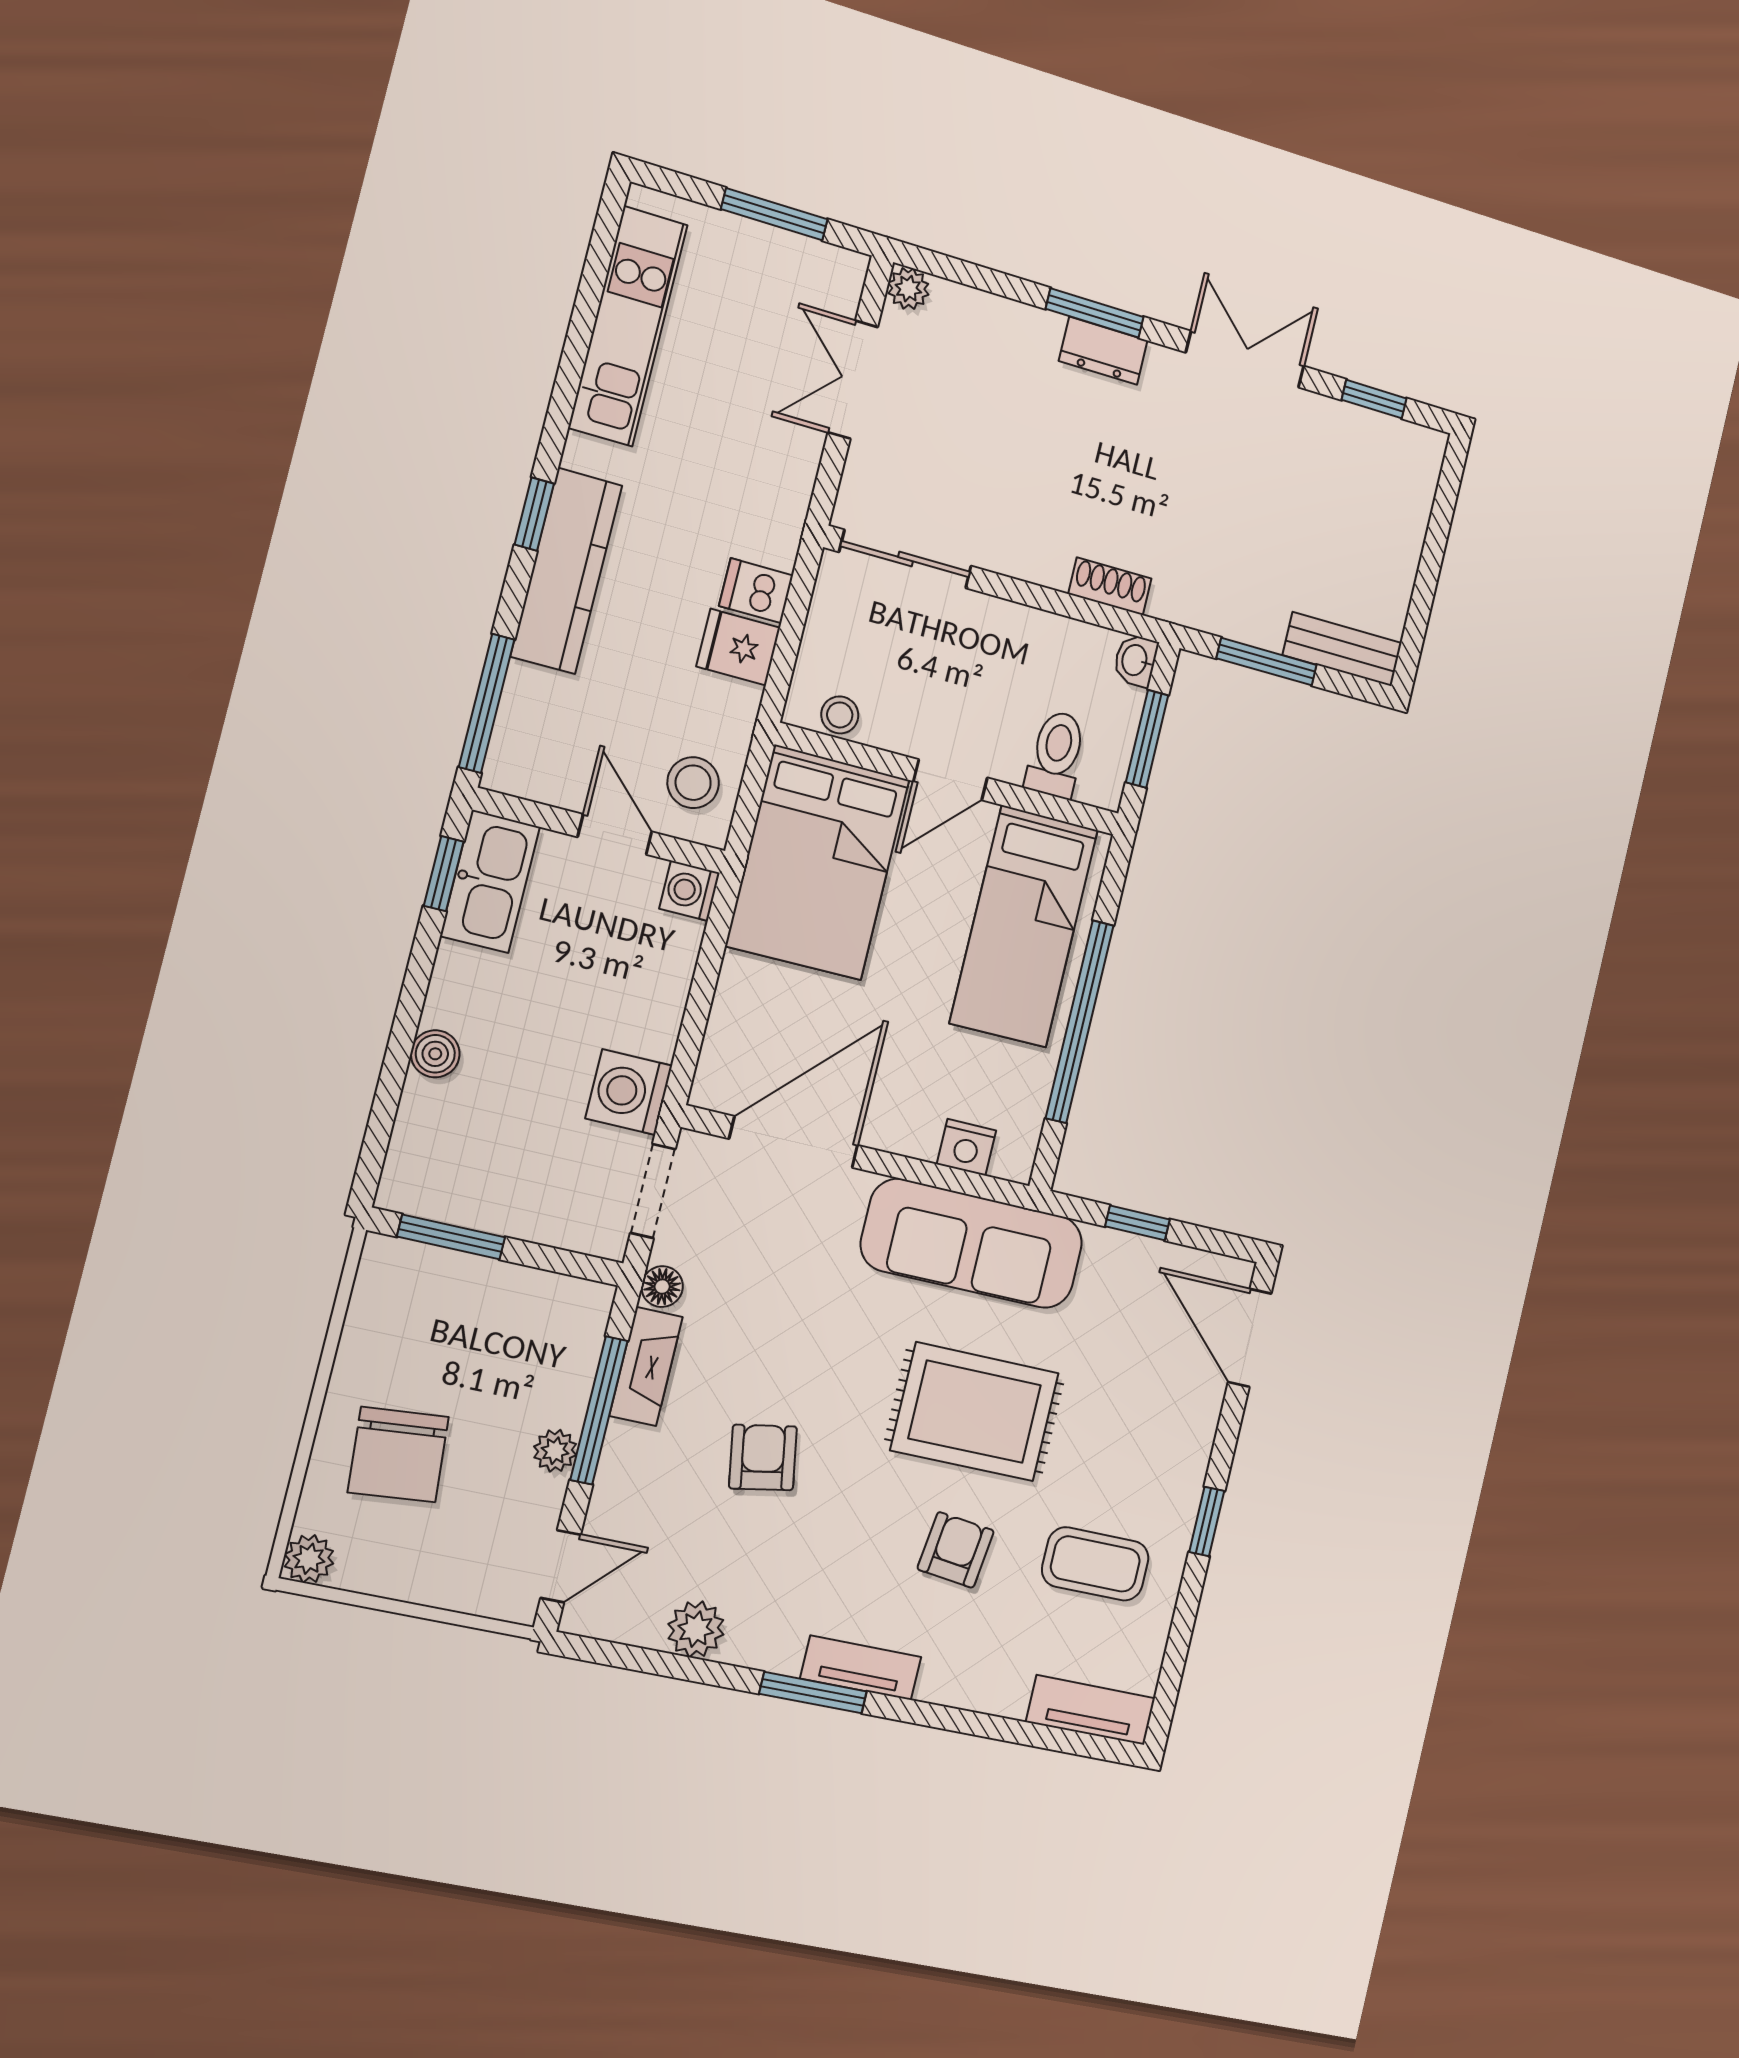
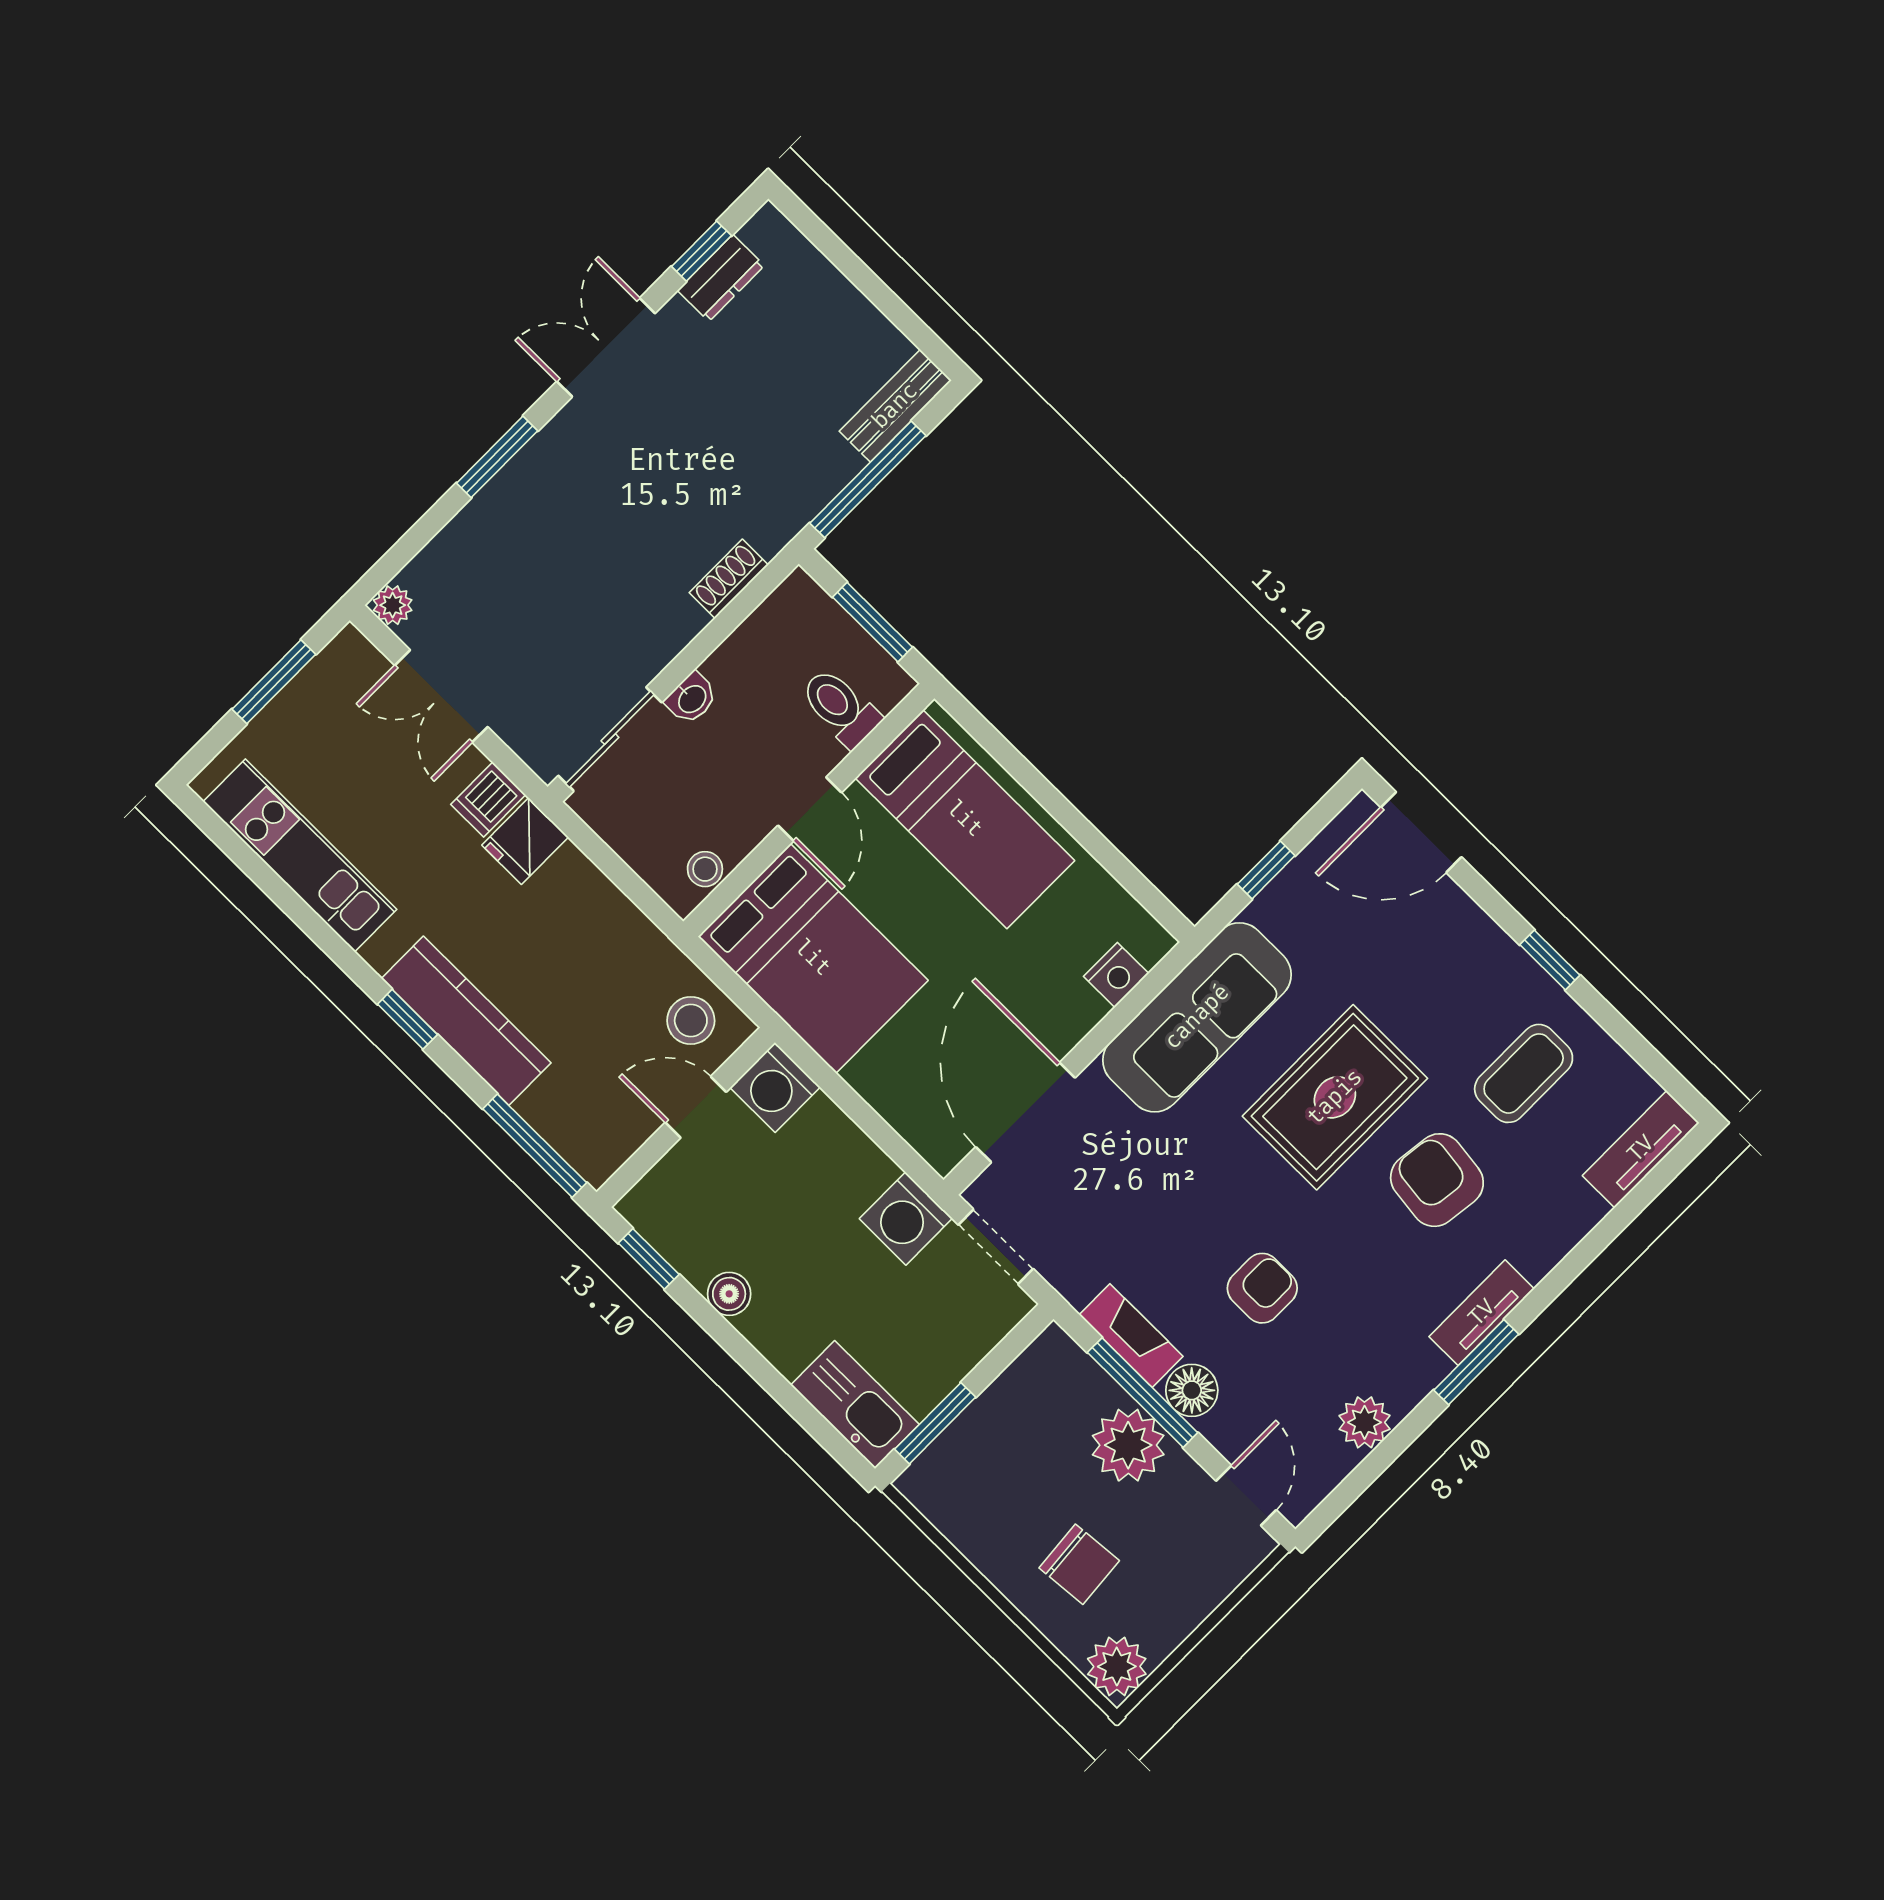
dresser: (1103, 351) -> (721, 278), moved
dishwasher: (756, 591) -> (488, 800), moved
fridge: (738, 647) -> (525, 841), moved
washbasin: (1135, 660) -> (691, 698), moved, turned -90
window: (1267, 662) -> (868, 479), width x1.44
kitchen sink: (490, 881) -> (855, 1405), moved
washing machine: (690, 891) -> (775, 1087), width x1.38, depth x1.38
window: (1080, 1022) -> (1071, 819), removed
boiler: (435, 1054) -> (729, 1294), moved
floor lamp: (662, 1287) -> (1192, 1390), moved, width x1.37, depth x1.37
plant: (555, 1451) -> (1128, 1445), width x1.88, depth x1.88
chair: (398, 1455) -> (1079, 1564), width x0.73, depth x0.73
armchair: (763, 1457) -> (1262, 1288), turned 100
armchair: (956, 1550) -> (1437, 1180), width x1.38, depth x1.38
plant: (309, 1559) -> (1117, 1666), width x1.38, depth x1.38

